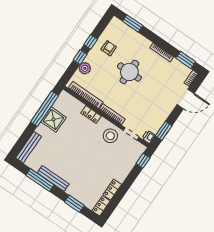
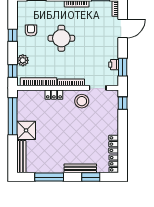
window: (80, 57) -> (13, 71), moved
shower: (53, 119) -> (26, 130), moved
printer: (148, 137) -> (114, 65), moved
bench: (53, 178) -> (80, 168), moved

